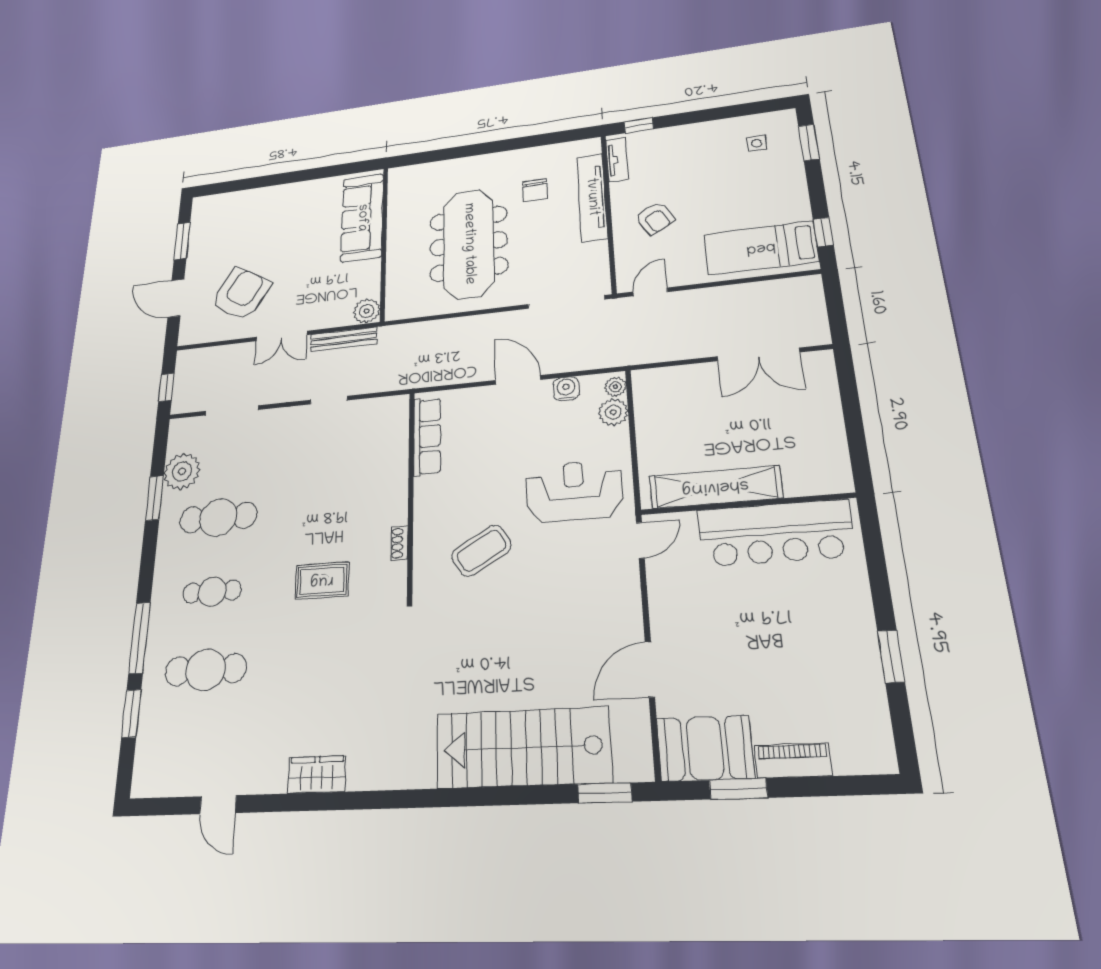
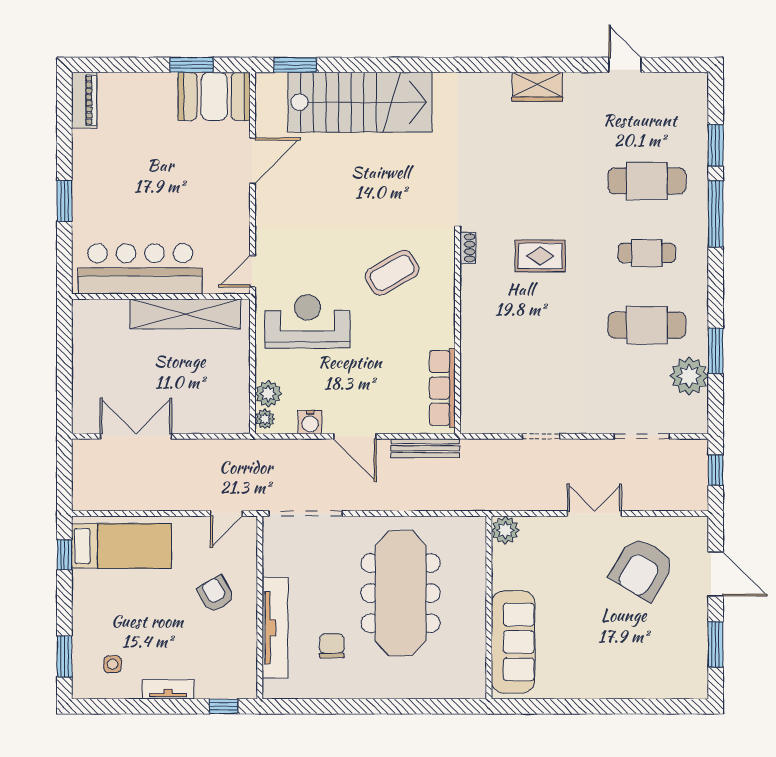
tv unit: (617, 160) -> (168, 689), moved, turned 90
bench: (344, 339) -> (425, 448), moved
reception desk: (574, 491) -> (307, 321), turned 180
shoe rack: (399, 543) -> (468, 248), moved
window: (891, 656) -> (64, 201), moved
piano: (793, 760) -> (84, 100), moved, turned -90

